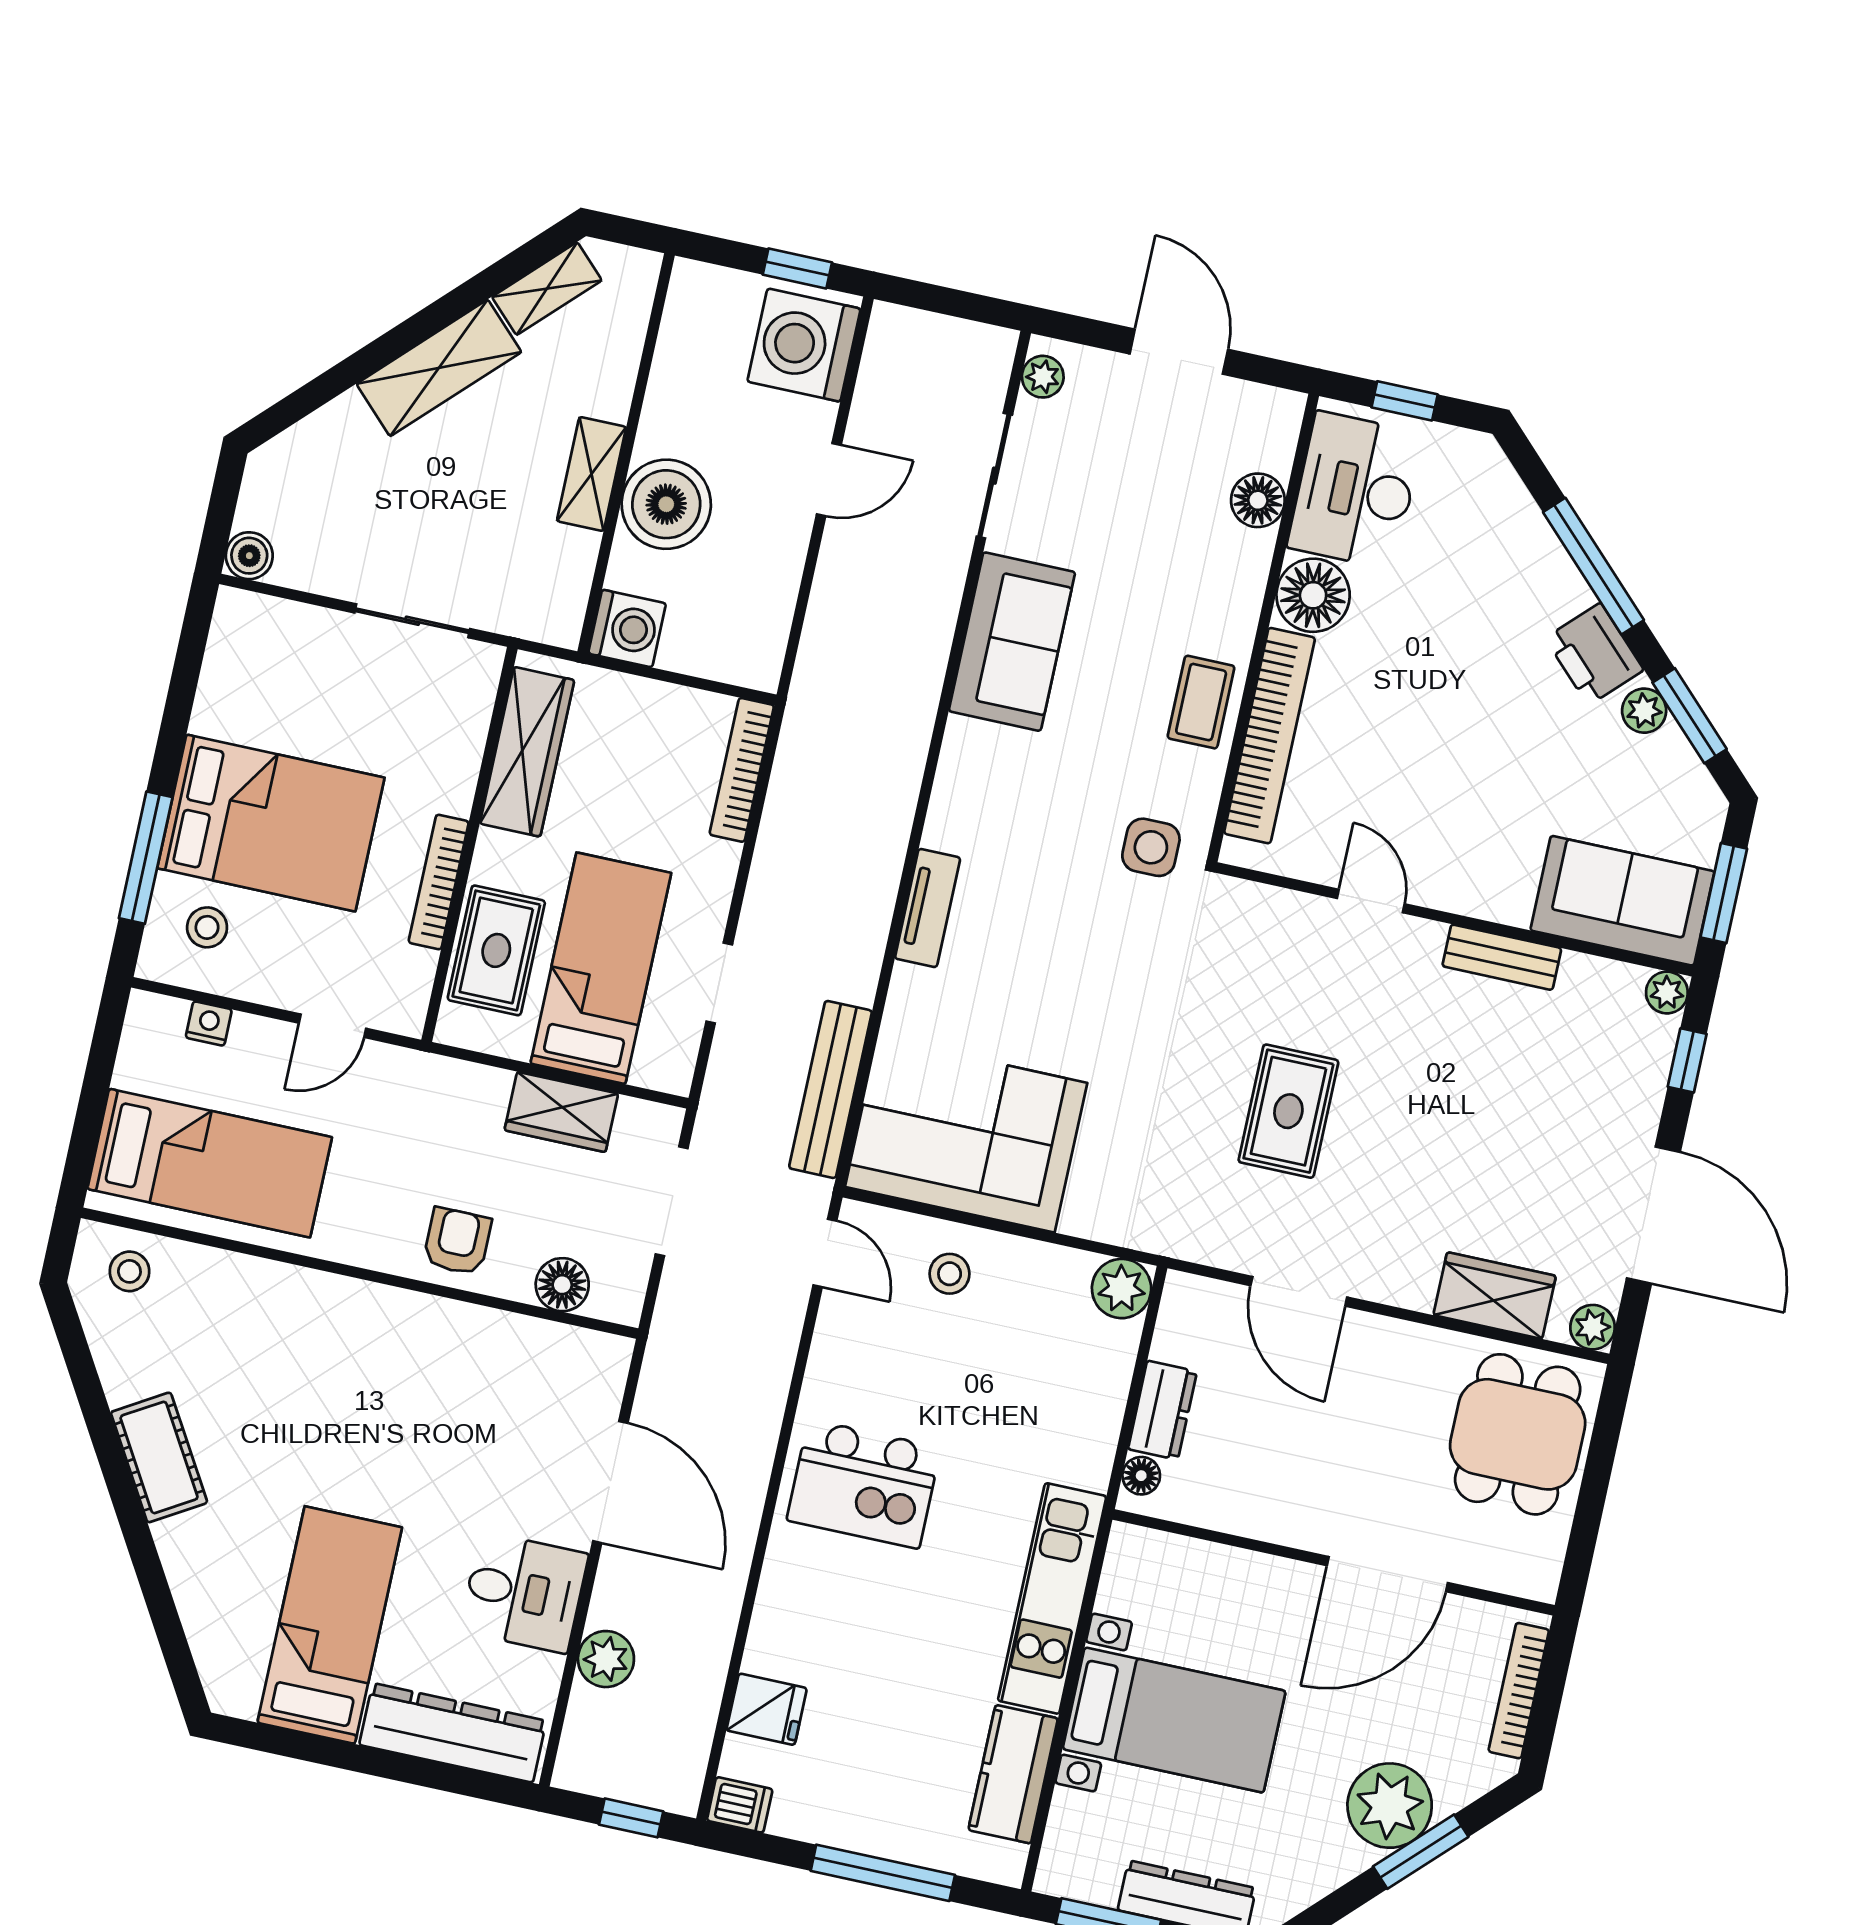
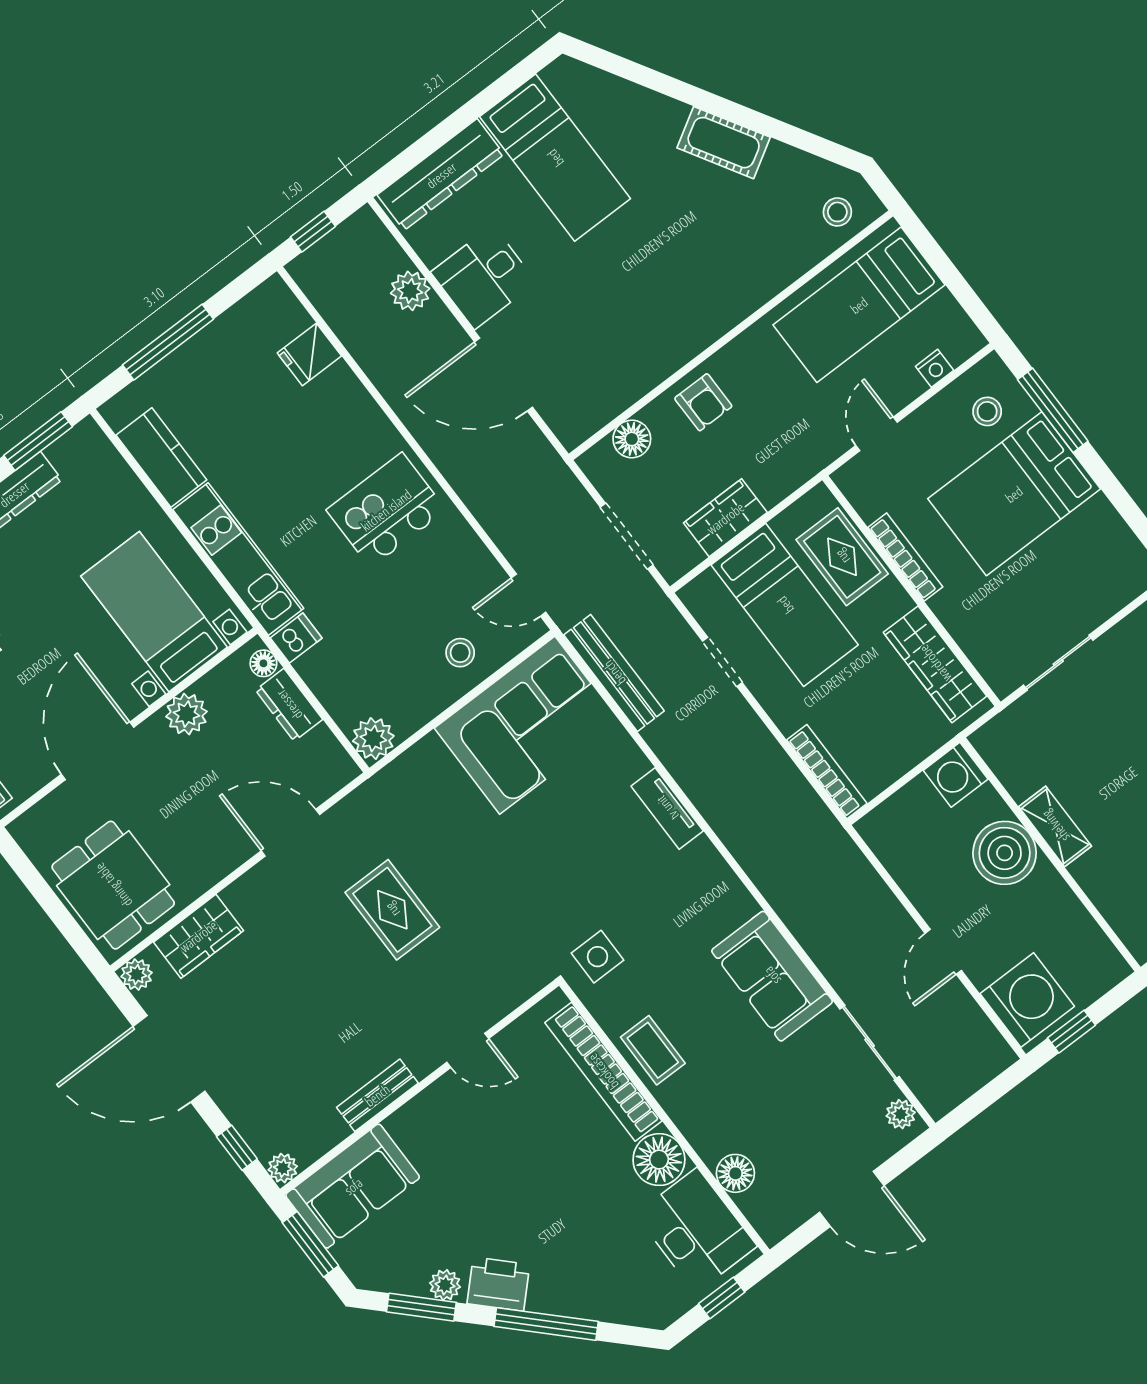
plant: (1266, 1512) -> (187, 714), added
bed with nightstands: (1174, 1720) -> (154, 612), moved, turned 90
dishwasher: (740, 1805) -> (296, 638), moved, turned 180

